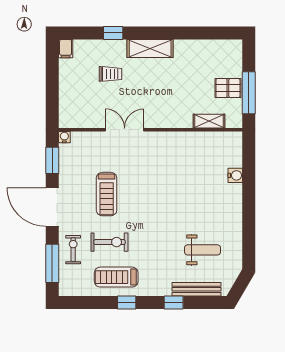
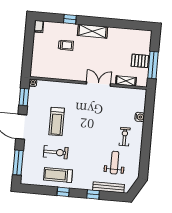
double door: (125, 130) -> (98, 84), moved
exercise bike: (73, 250) -> (125, 137), moved
weight bench: (203, 250) -> (115, 163), turned -90

